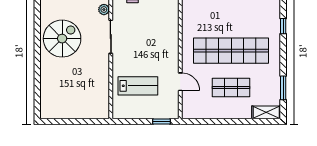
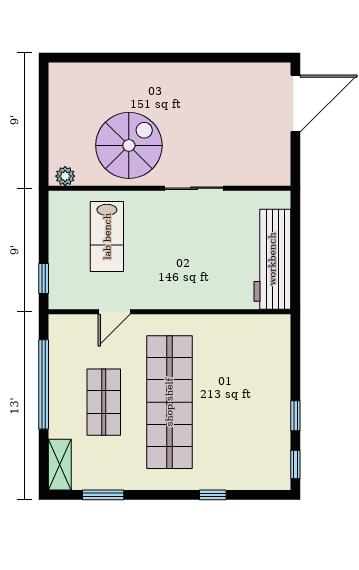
plant: (104, 10) -> (65, 176), moved
spiral stairs: (62, 39) -> (129, 145), moved, turned -90
window: (221, 121) -> (44, 384), added

